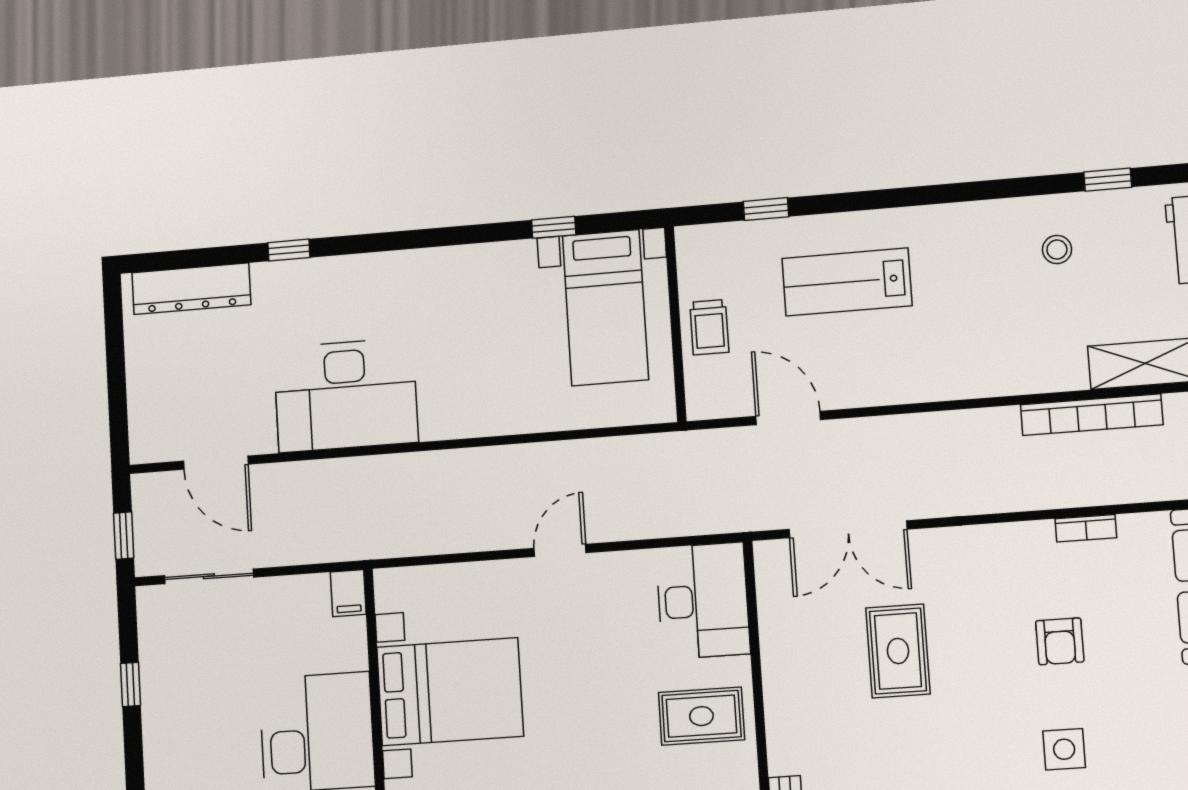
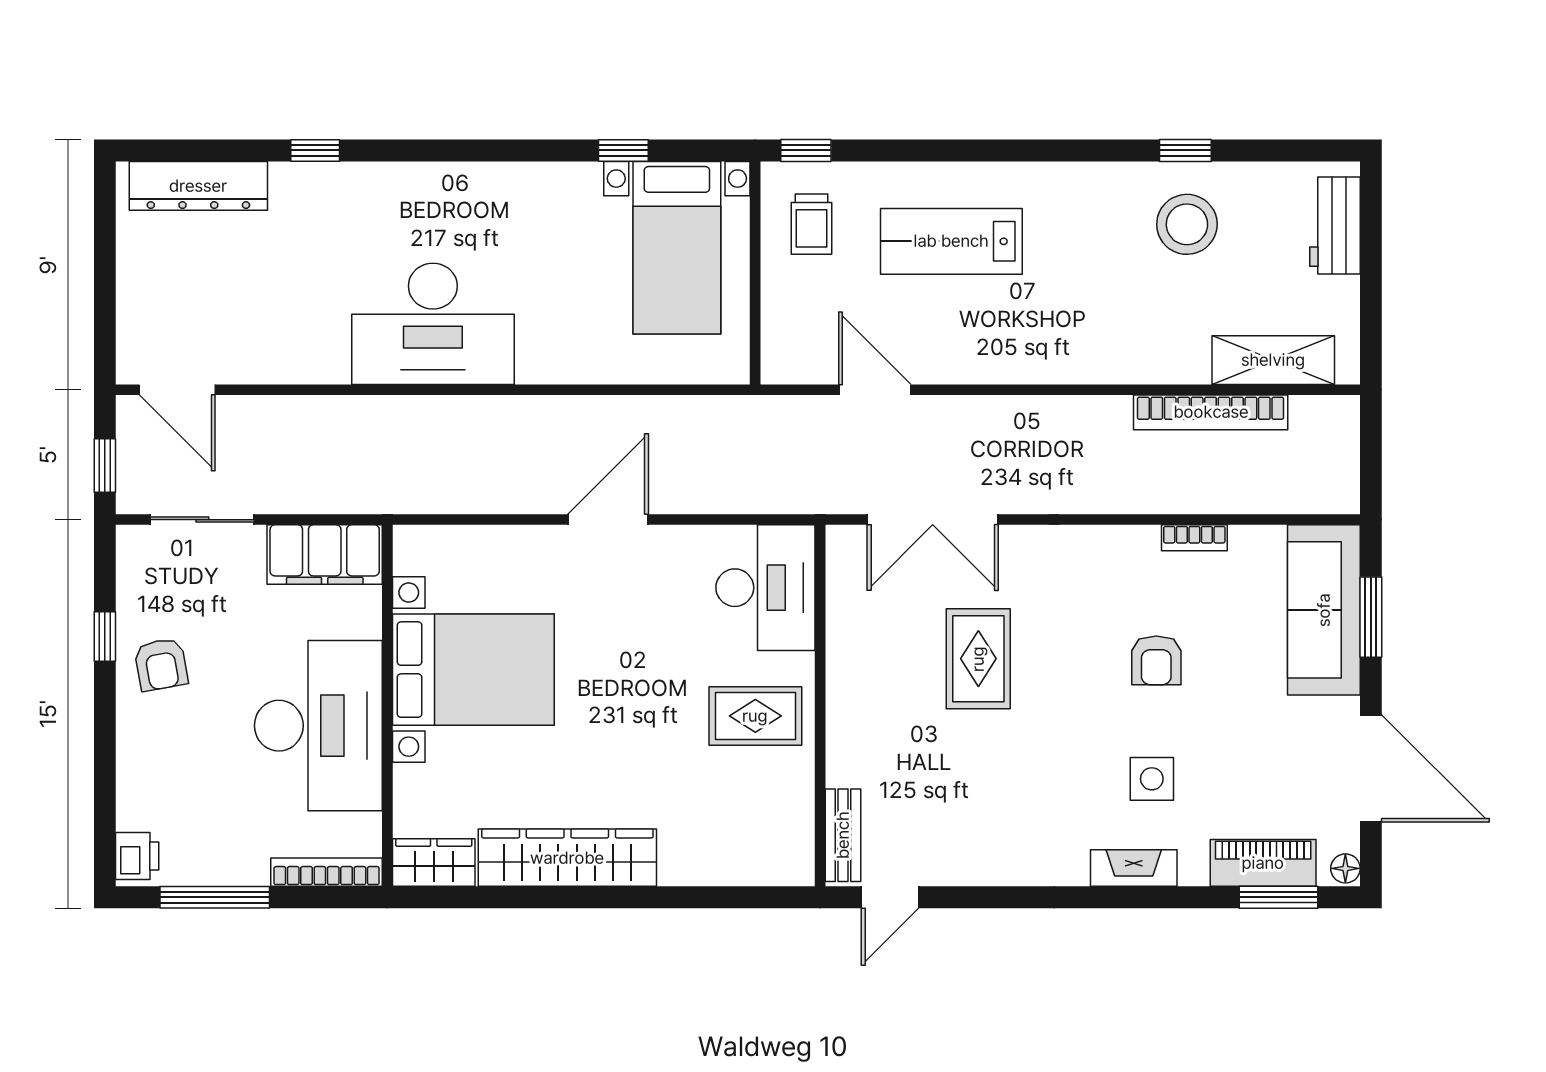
window: (1108, 180) -> (1185, 150), moved
window: (766, 209) -> (806, 150), moved
stool: (1057, 250) -> (1187, 224), width x1.89, depth x1.89
trolley: (709, 327) -> (811, 224), moved
desk: (346, 395) -> (433, 324), moved
door: (216, 463) -> (177, 390), moved
door: (560, 550) -> (608, 520), width x1.38
filing cabinet: (348, 593) -> (325, 555), width x3.00, depth x1.17
armchair: (180, 706) -> (161, 664), added

